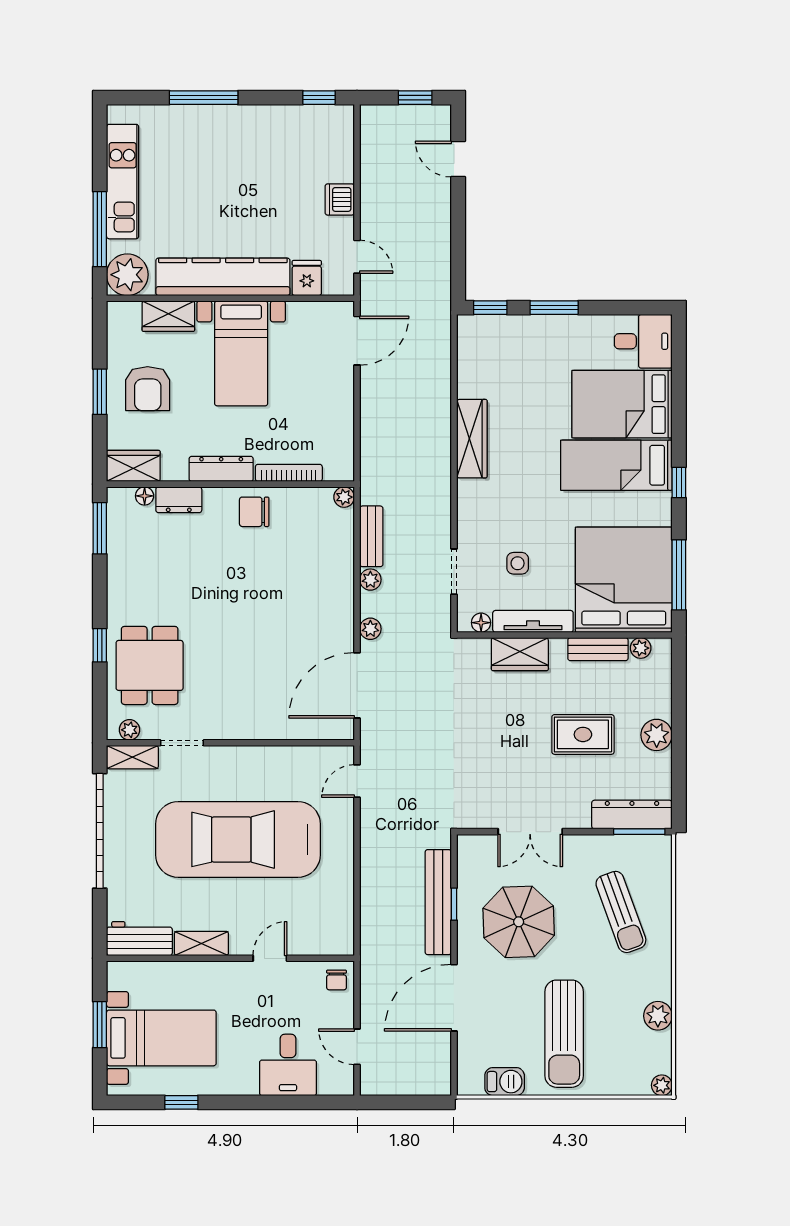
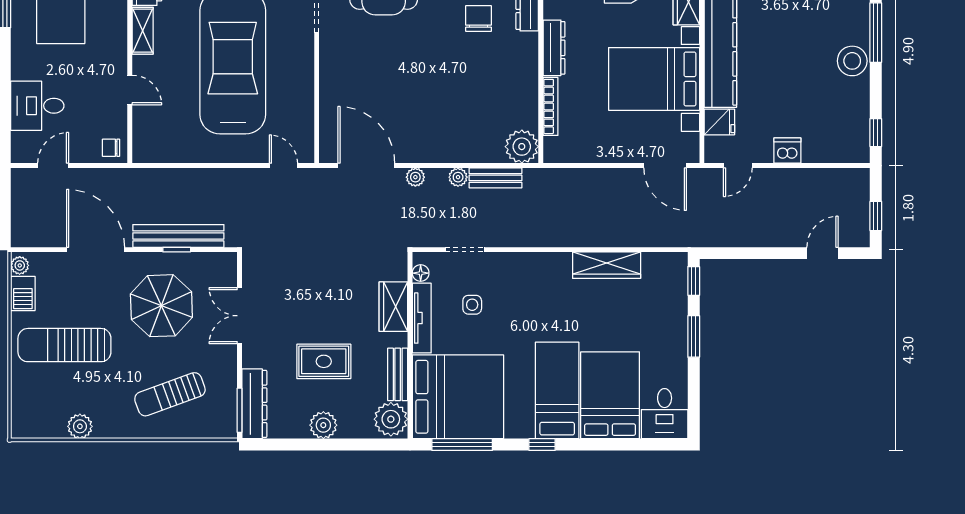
stool: (236, 125) -> (852, 61), added
bed with nightstands: (241, 353) -> (654, 79), width x1.36
wardrobe: (472, 439) -> (607, 265), moved
plant: (344, 497) -> (522, 147), width x1.87, depth x1.87
chair: (254, 512) -> (478, 19), moved
plant: (641, 648) -> (391, 419), width x1.88, depth x1.88
rug: (583, 734) -> (324, 361), turned 90
plant: (662, 1085) -> (20, 265), moved

